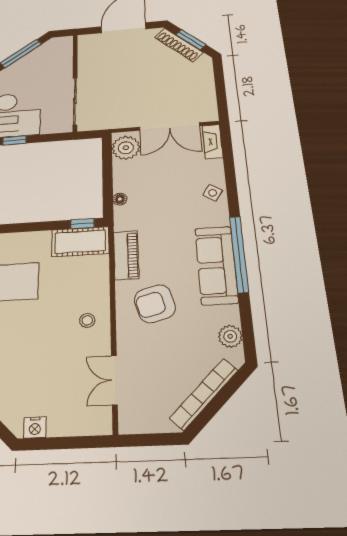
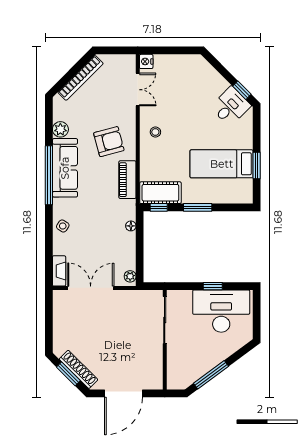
plant: (126, 148) -> (130, 276), width x0.53, depth x0.53
window: (30, 227) -> (198, 207), added
plant: (230, 336) -> (60, 129), moved
nightstand: (35, 427) -> (146, 61), moved, turned -90

